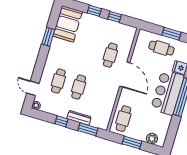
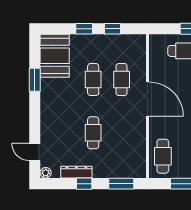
cafe table: (58, 81) -> (93, 80), moved
dresser: (79, 118) -> (76, 172), moved

